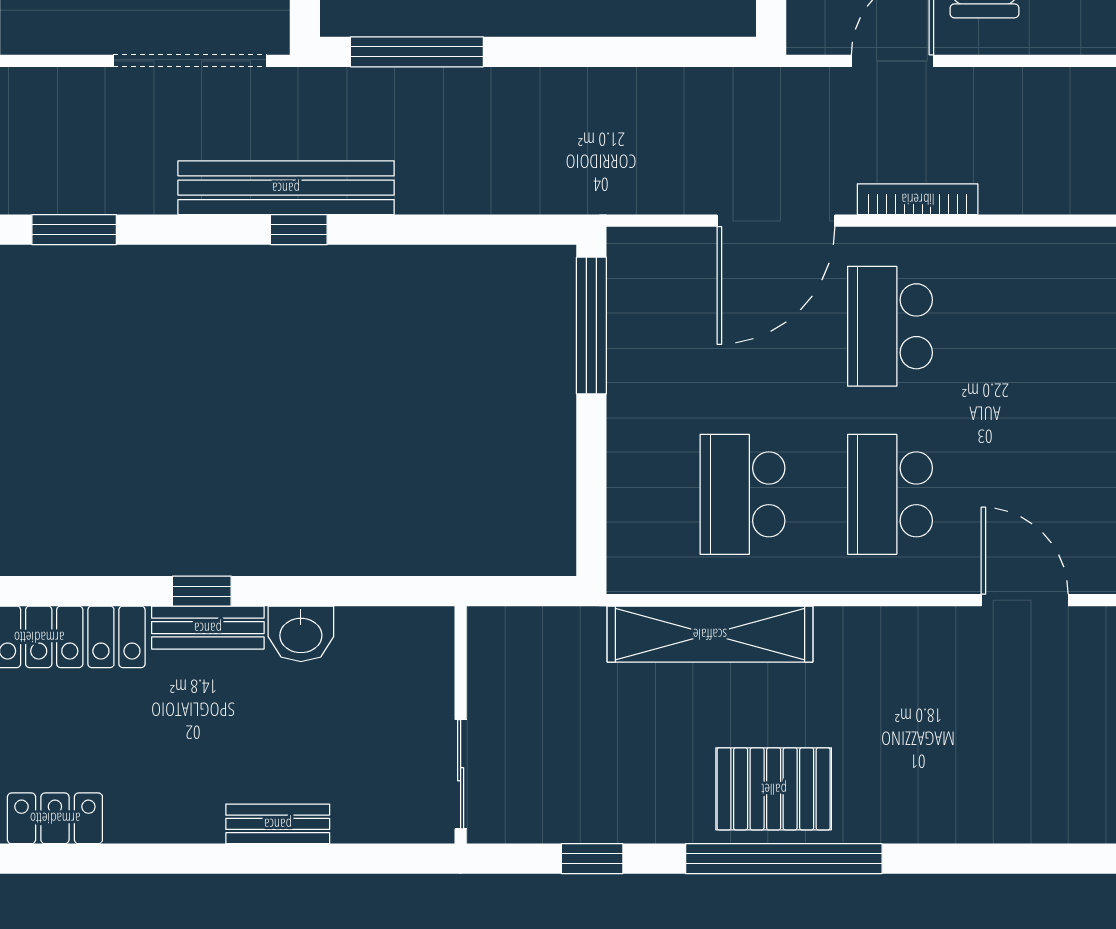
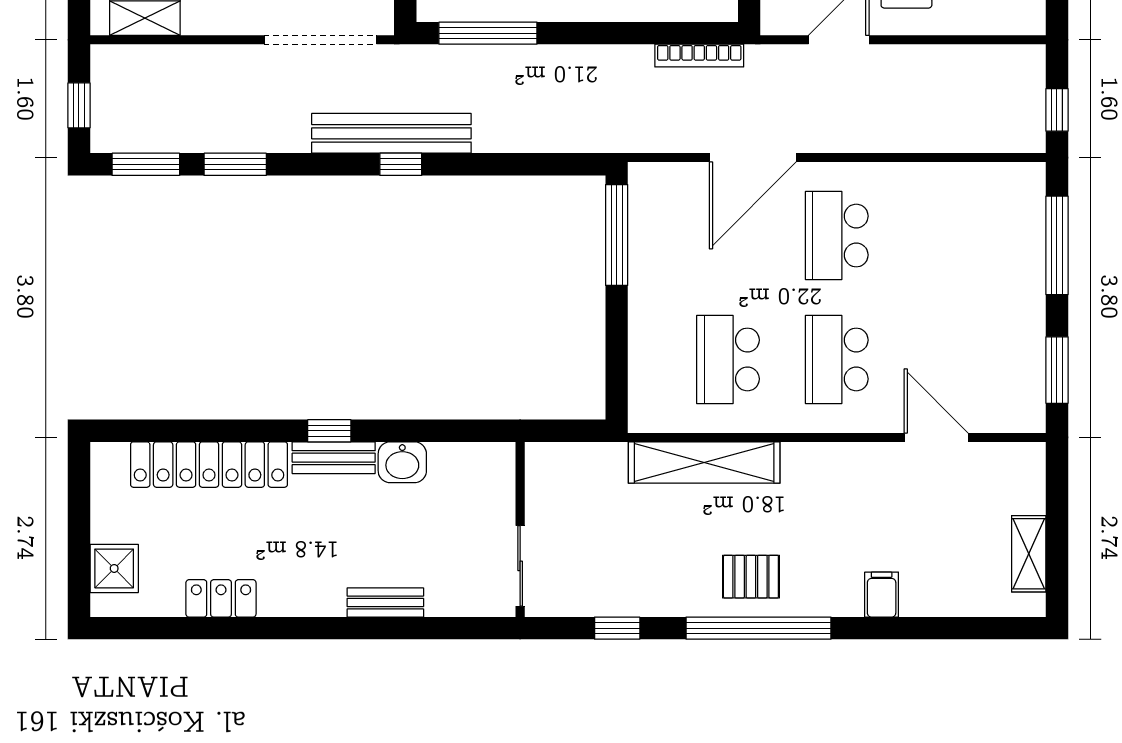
bookcase: (918, 199) -> (699, 56), moved, turned 180
pallet: (774, 789) -> (751, 577), width x0.67, depth x0.71
filing cabinet: (951, 813) -> (882, 595), added

